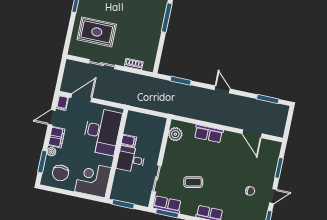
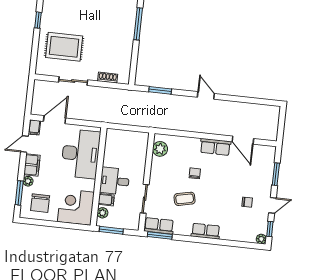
window: (268, 99) -> (256, 101), removed
row of seats: (209, 134) -> (215, 147), moved
filing cabinet: (129, 141) -> (106, 200), moved
chair: (205, 160) -> (195, 173), added
plant: (117, 187) -> (103, 213), added

